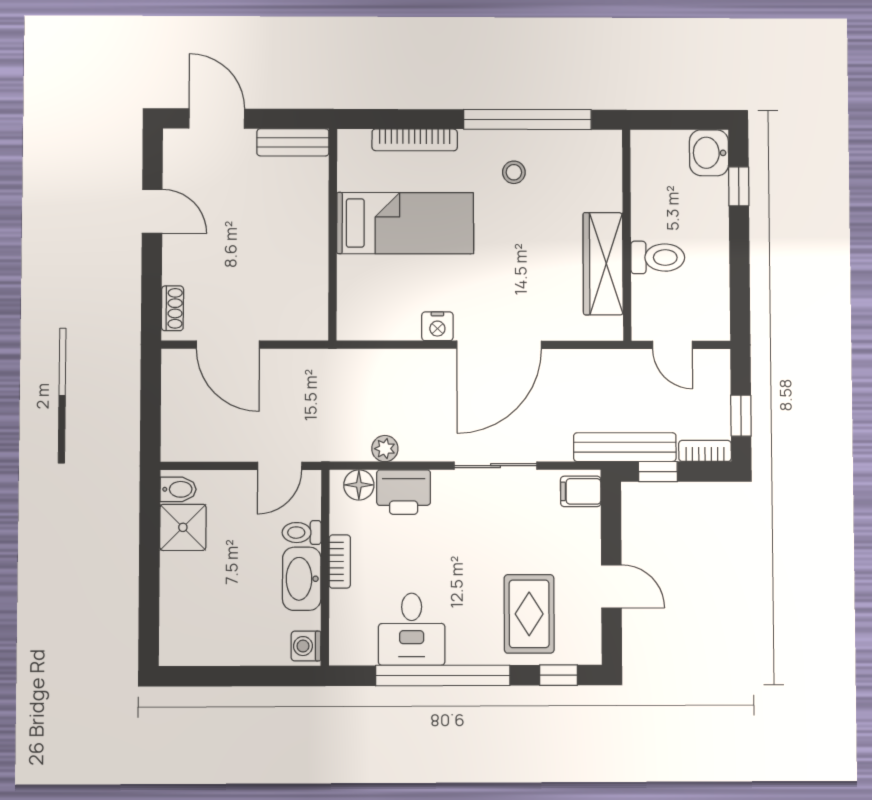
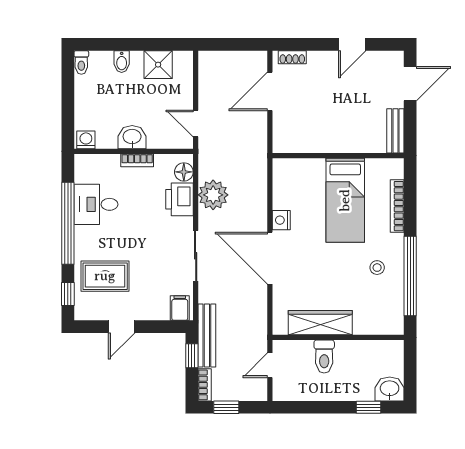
plant: (385, 449) -> (213, 195), width x1.87, depth x1.87
bidet: (178, 489) -> (122, 62), moved
toilet: (302, 533) -> (81, 62), moved, turned 180
washbasin: (302, 579) -> (132, 137), width x0.72

